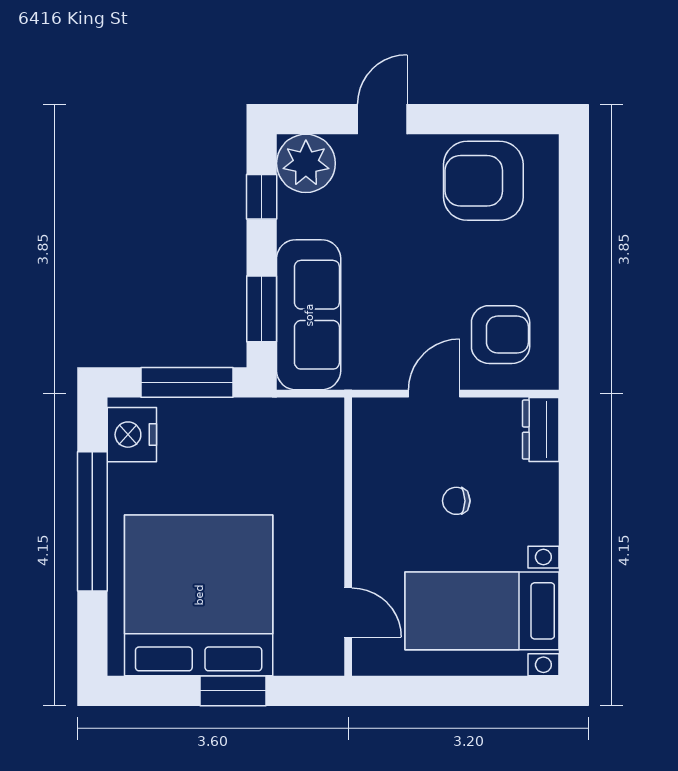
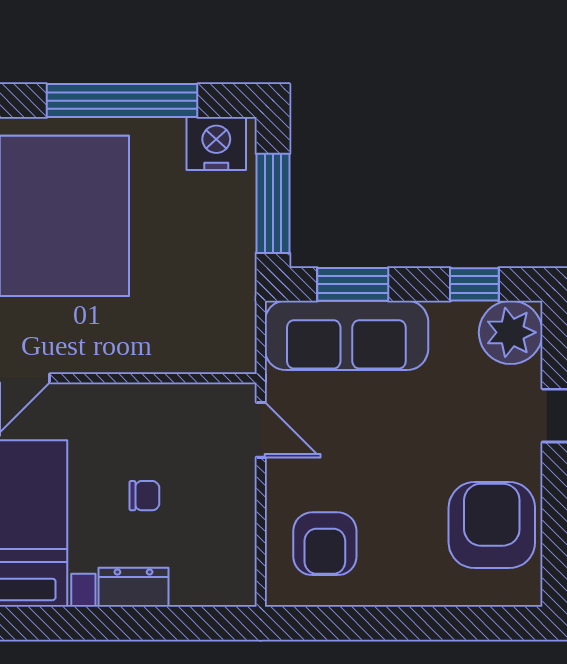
door: (434, 394) -> (261, 430), moved
dresser: (541, 430) -> (133, 587), moved
chair: (456, 501) -> (144, 496), turned 90

